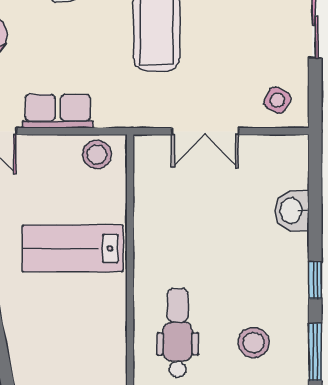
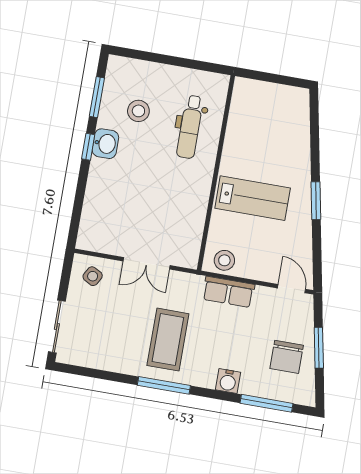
row of seats: (58, 111) -> (228, 292), moved
double door: (205, 131) -> (147, 263), swing flipped
washbasin: (292, 211) -> (105, 144), moved

